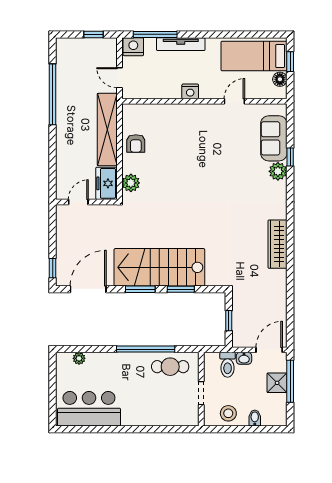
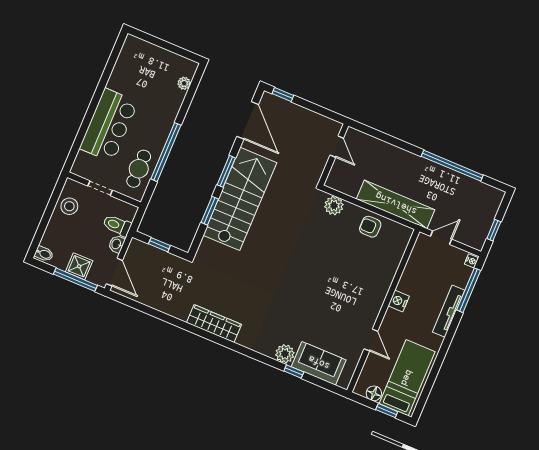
nightstand: (133, 47) -> (471, 261), width x0.53, depth x0.56
freezer: (106, 183) -> (343, 182), removed
bar counter: (89, 409) -> (109, 125), moved
bidet: (255, 418) -> (44, 254), moved

